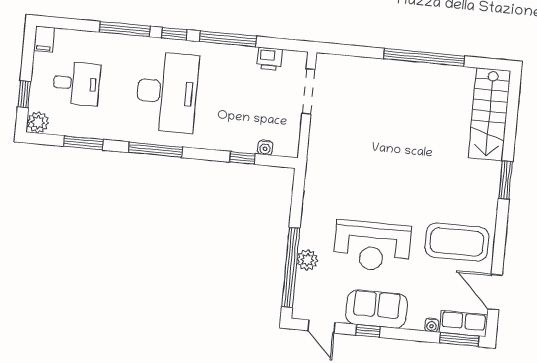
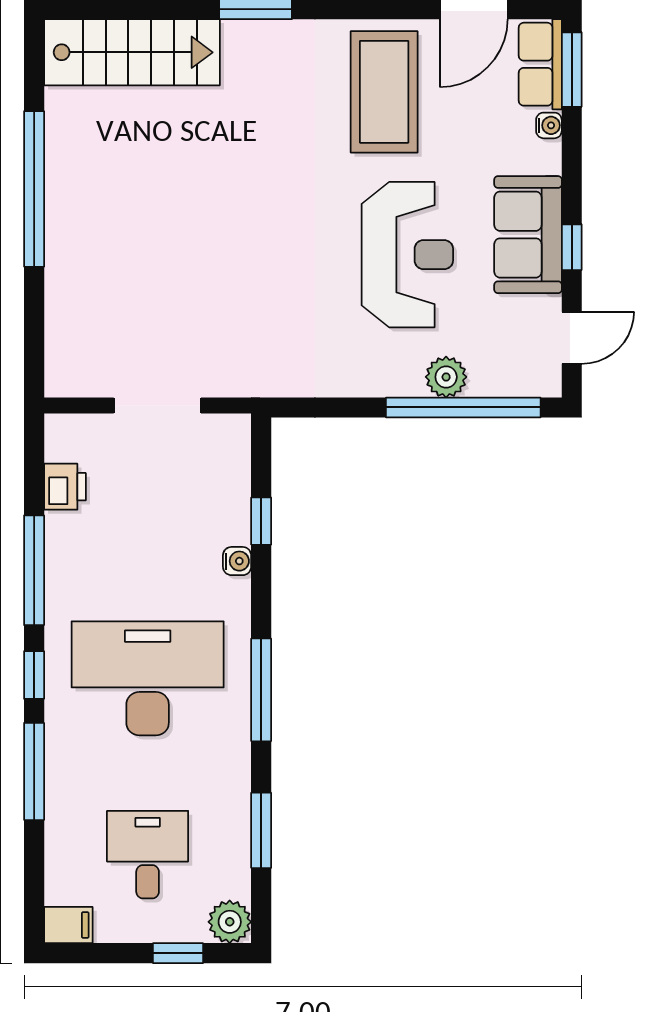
doorway: (309, 92) -> (157, 405), moved
water cooler: (265, 148) -> (237, 561), moved

